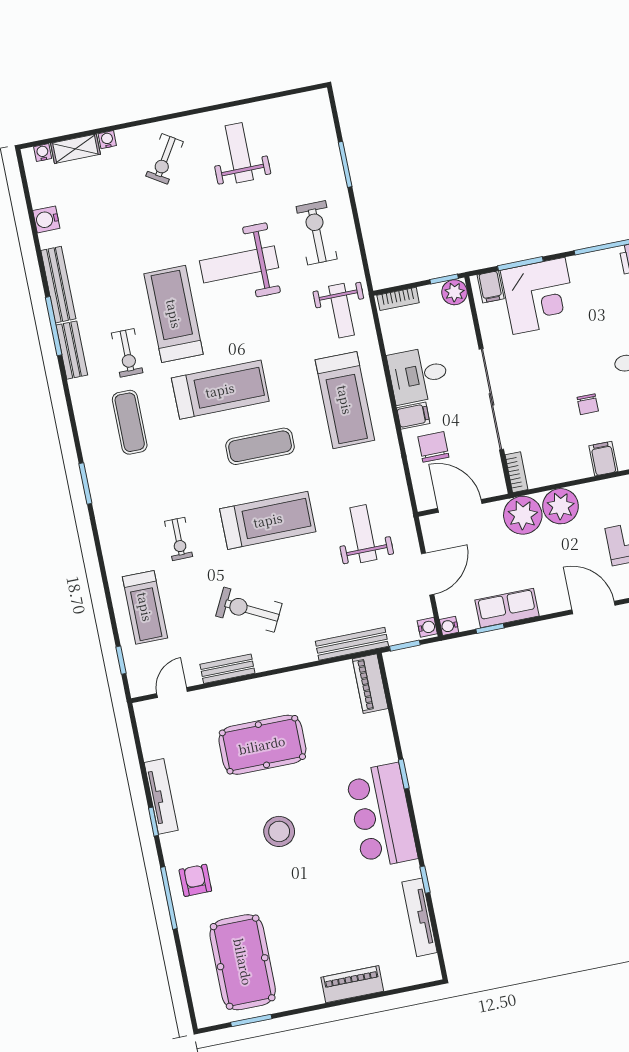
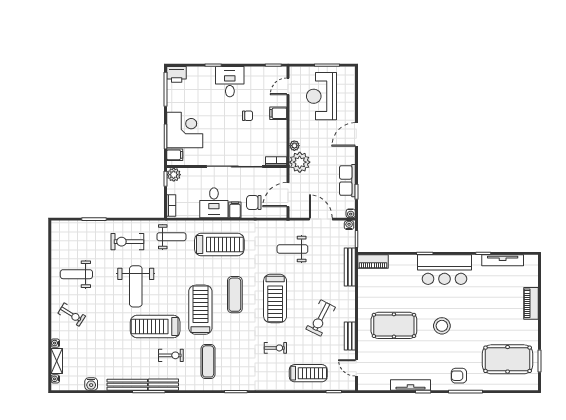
exercise mat: (130, 422) -> (208, 361), turned 90
plant: (561, 506) -> (294, 146), width x0.53, depth x0.53
treadmill: (268, 520) -> (275, 298), turned 180
pool table: (262, 745) -> (394, 325), turned 90

